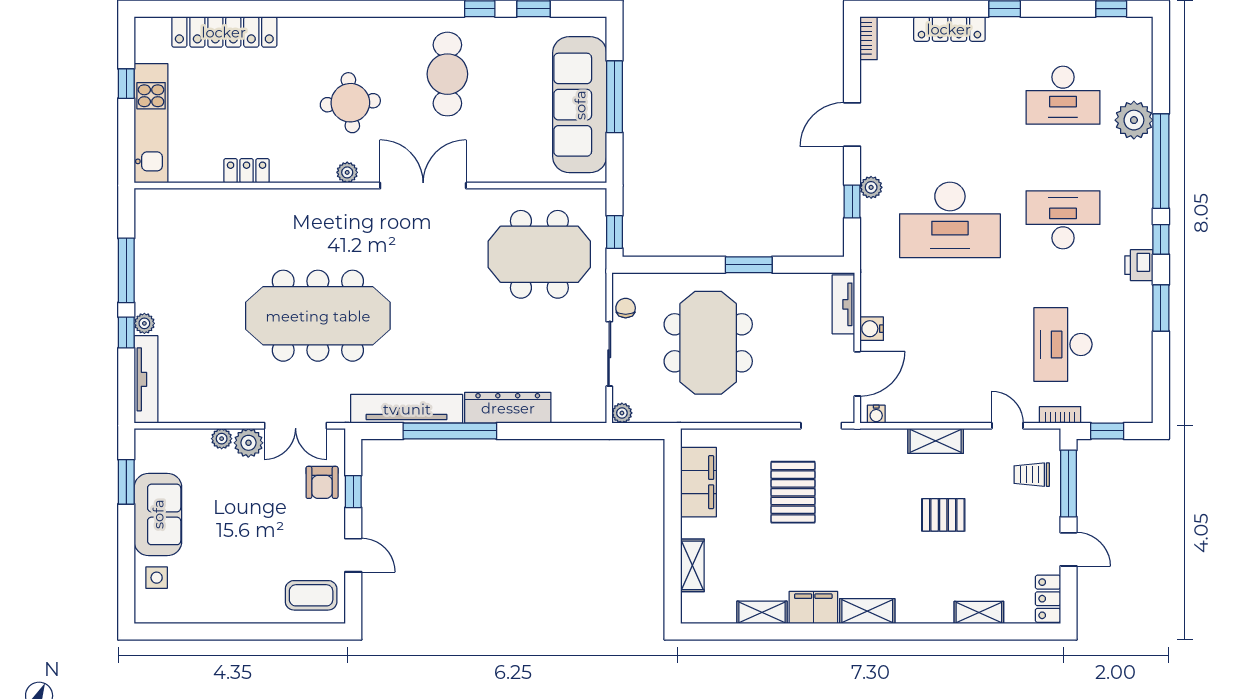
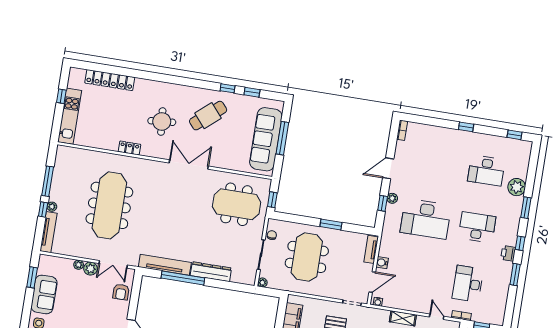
locker: (949, 29) -> (440, 132), removed
cafe table: (447, 74) -> (208, 116), turned 49
window: (1161, 161) -> (526, 208), width x0.47
locker: (247, 171) -> (129, 148), moved
plant: (347, 172) -> (155, 153), removed
meeting table: (318, 316) -> (109, 205), moved, turned 90
window: (353, 492) -> (134, 298), removed

